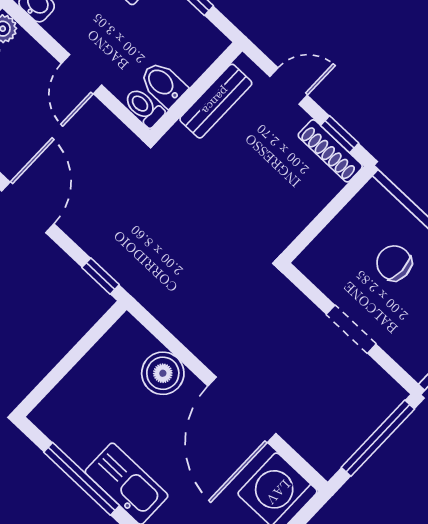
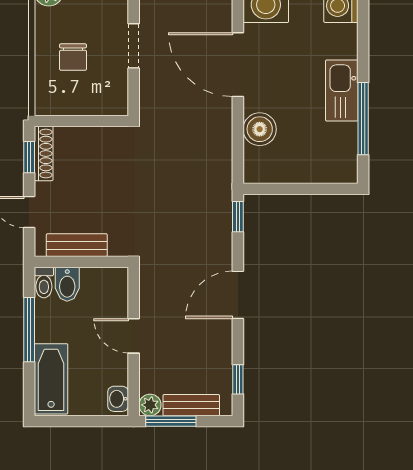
door: (82, 74) -> (134, 336), swing flipped
bidet: (163, 84) -> (67, 284), moved
toilet: (144, 107) -> (44, 283), moved
door: (242, 410) -> (238, 65), swing flipped

